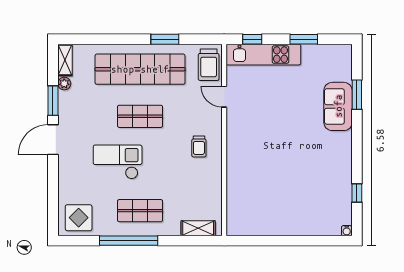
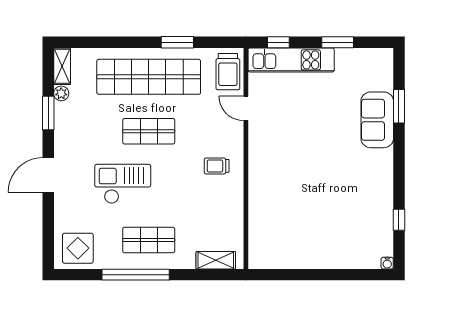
door: (53, 140) -> (48, 175), moved
trolley: (199, 146) -> (217, 166), turned 90

